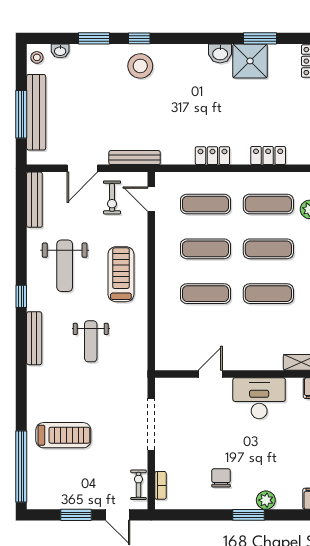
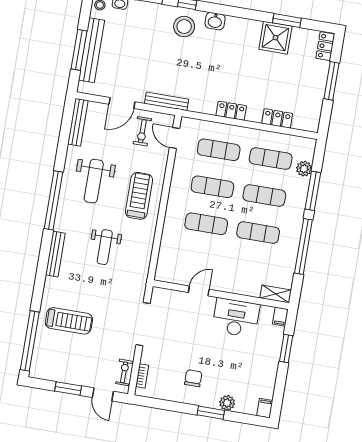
washbasin: (220, 53) -> (215, 21), moved
window: (21, 296) -> (54, 200), width x3.17
bench: (34, 338) -> (55, 254), moved

